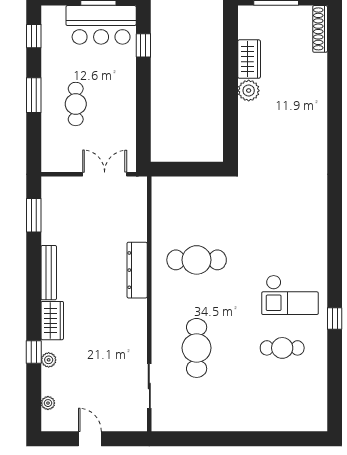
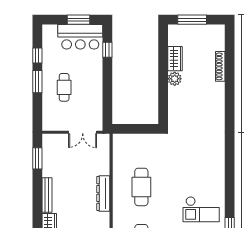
shoe rack: (320, 29) -> (220, 66), moved
window: (34, 36) -> (37, 55), moved
double door: (105, 174) -> (83, 132), swing flipped
cafe table: (197, 260) -> (141, 187), turned 90

